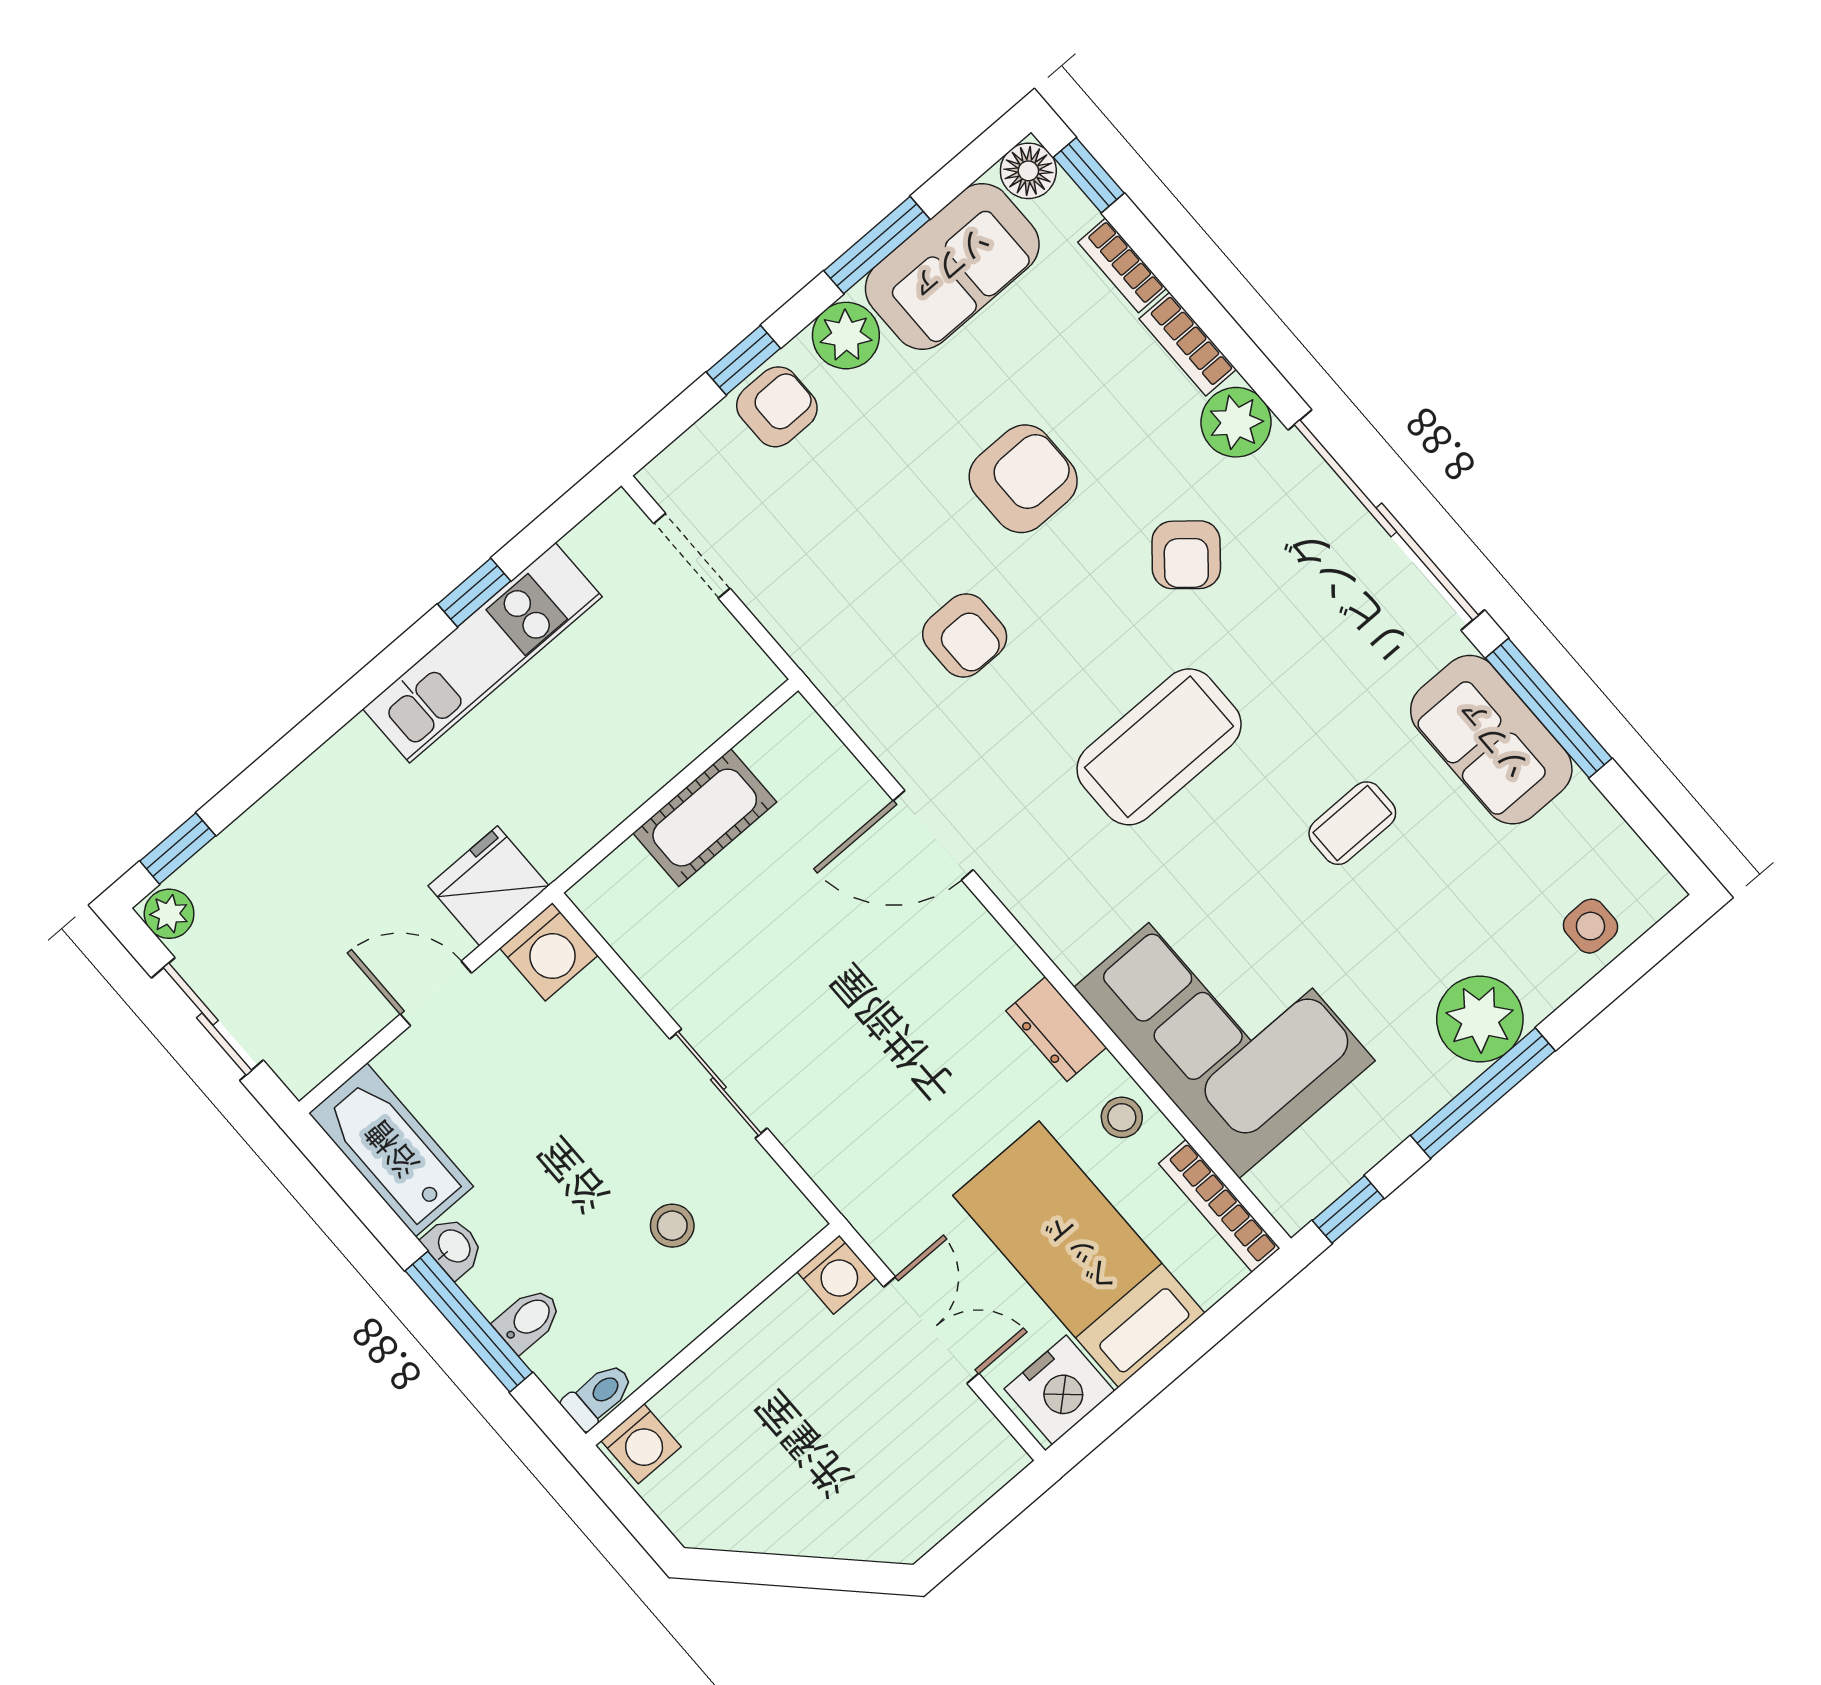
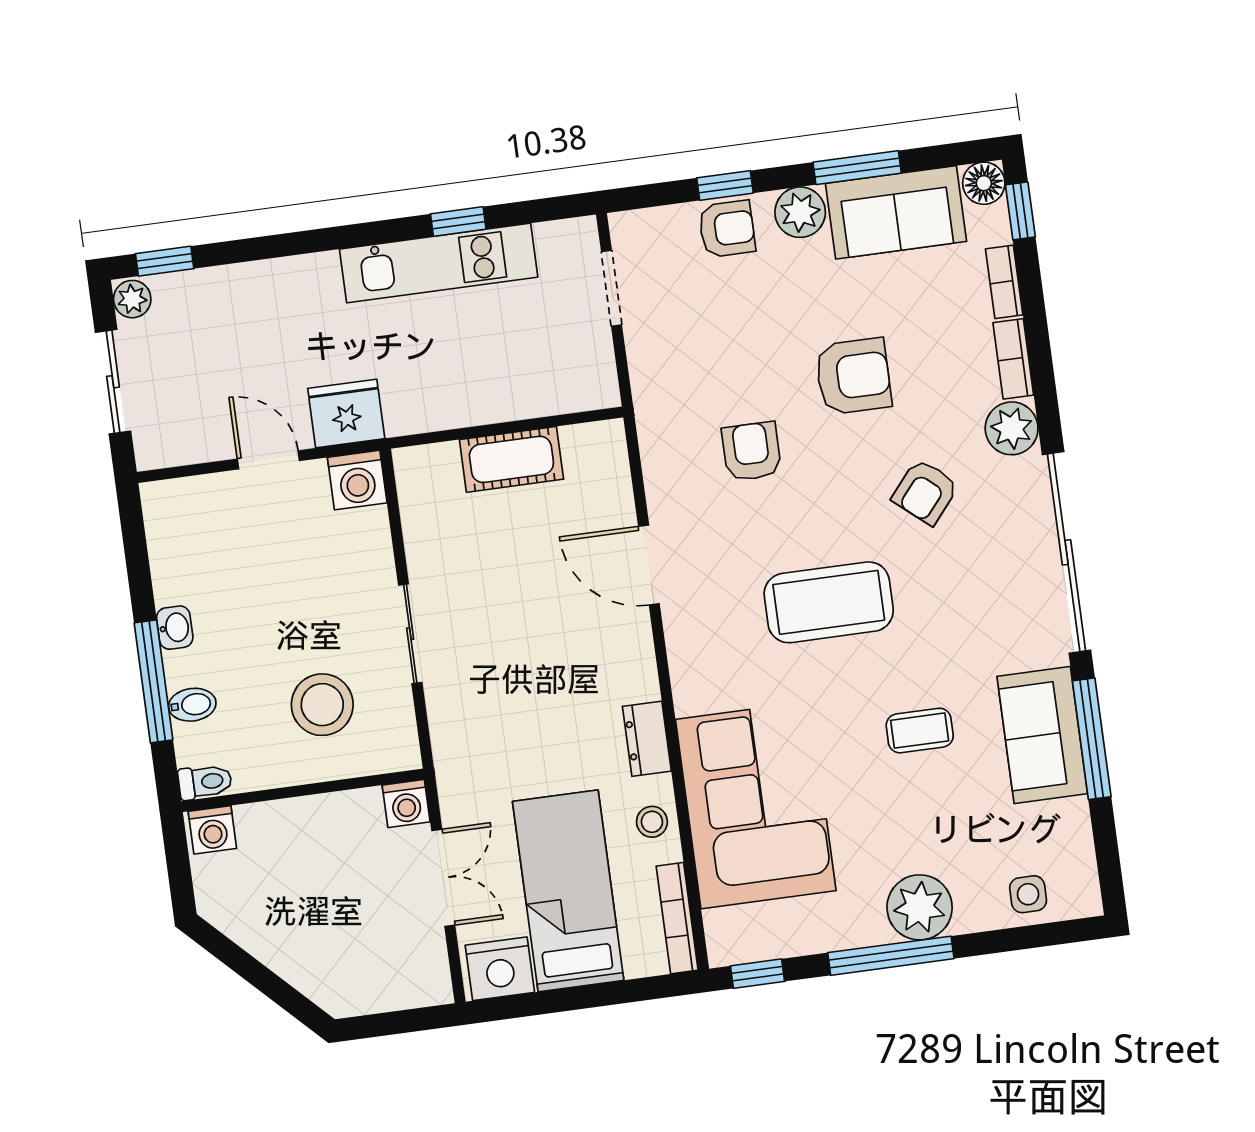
armchair: (965, 636) -> (751, 451), turned 180
bathtub: (391, 1150) -> (175, 540), removed
stool: (672, 1226) -> (322, 705), width x1.89, depth x1.89

